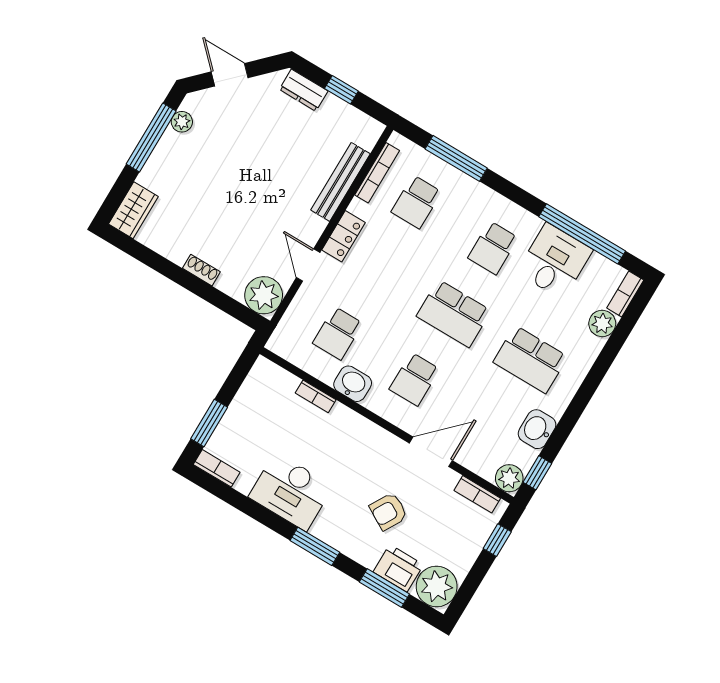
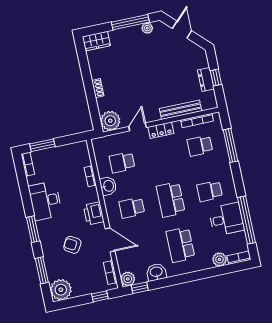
dresser: (304, 90) -> (206, 80), moved
printer: (398, 568) -> (94, 213), moved, turned 180

